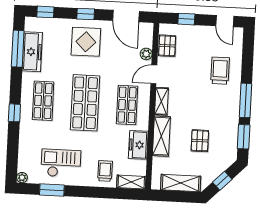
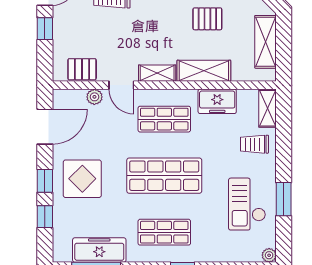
window: (45, 12) -> (45, 217), moved
window: (186, 19) -> (45, 29), moved
window: (52, 190) -> (284, 199), moved

